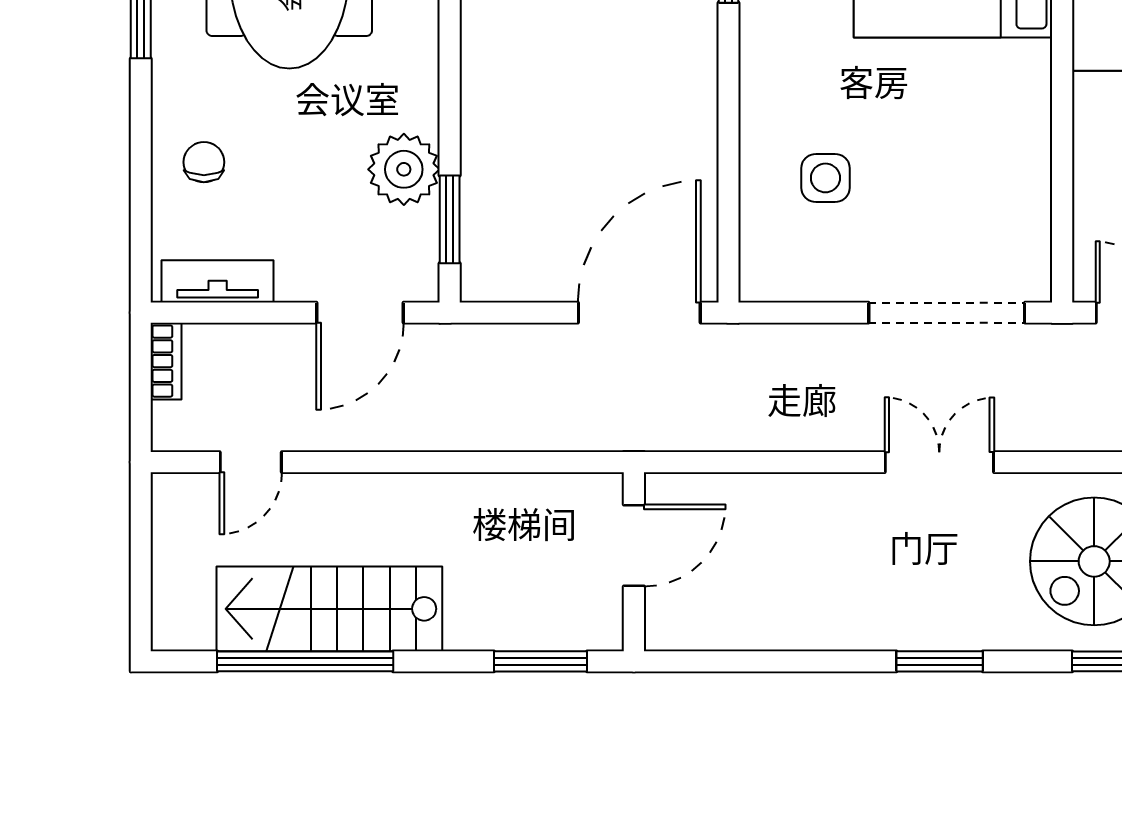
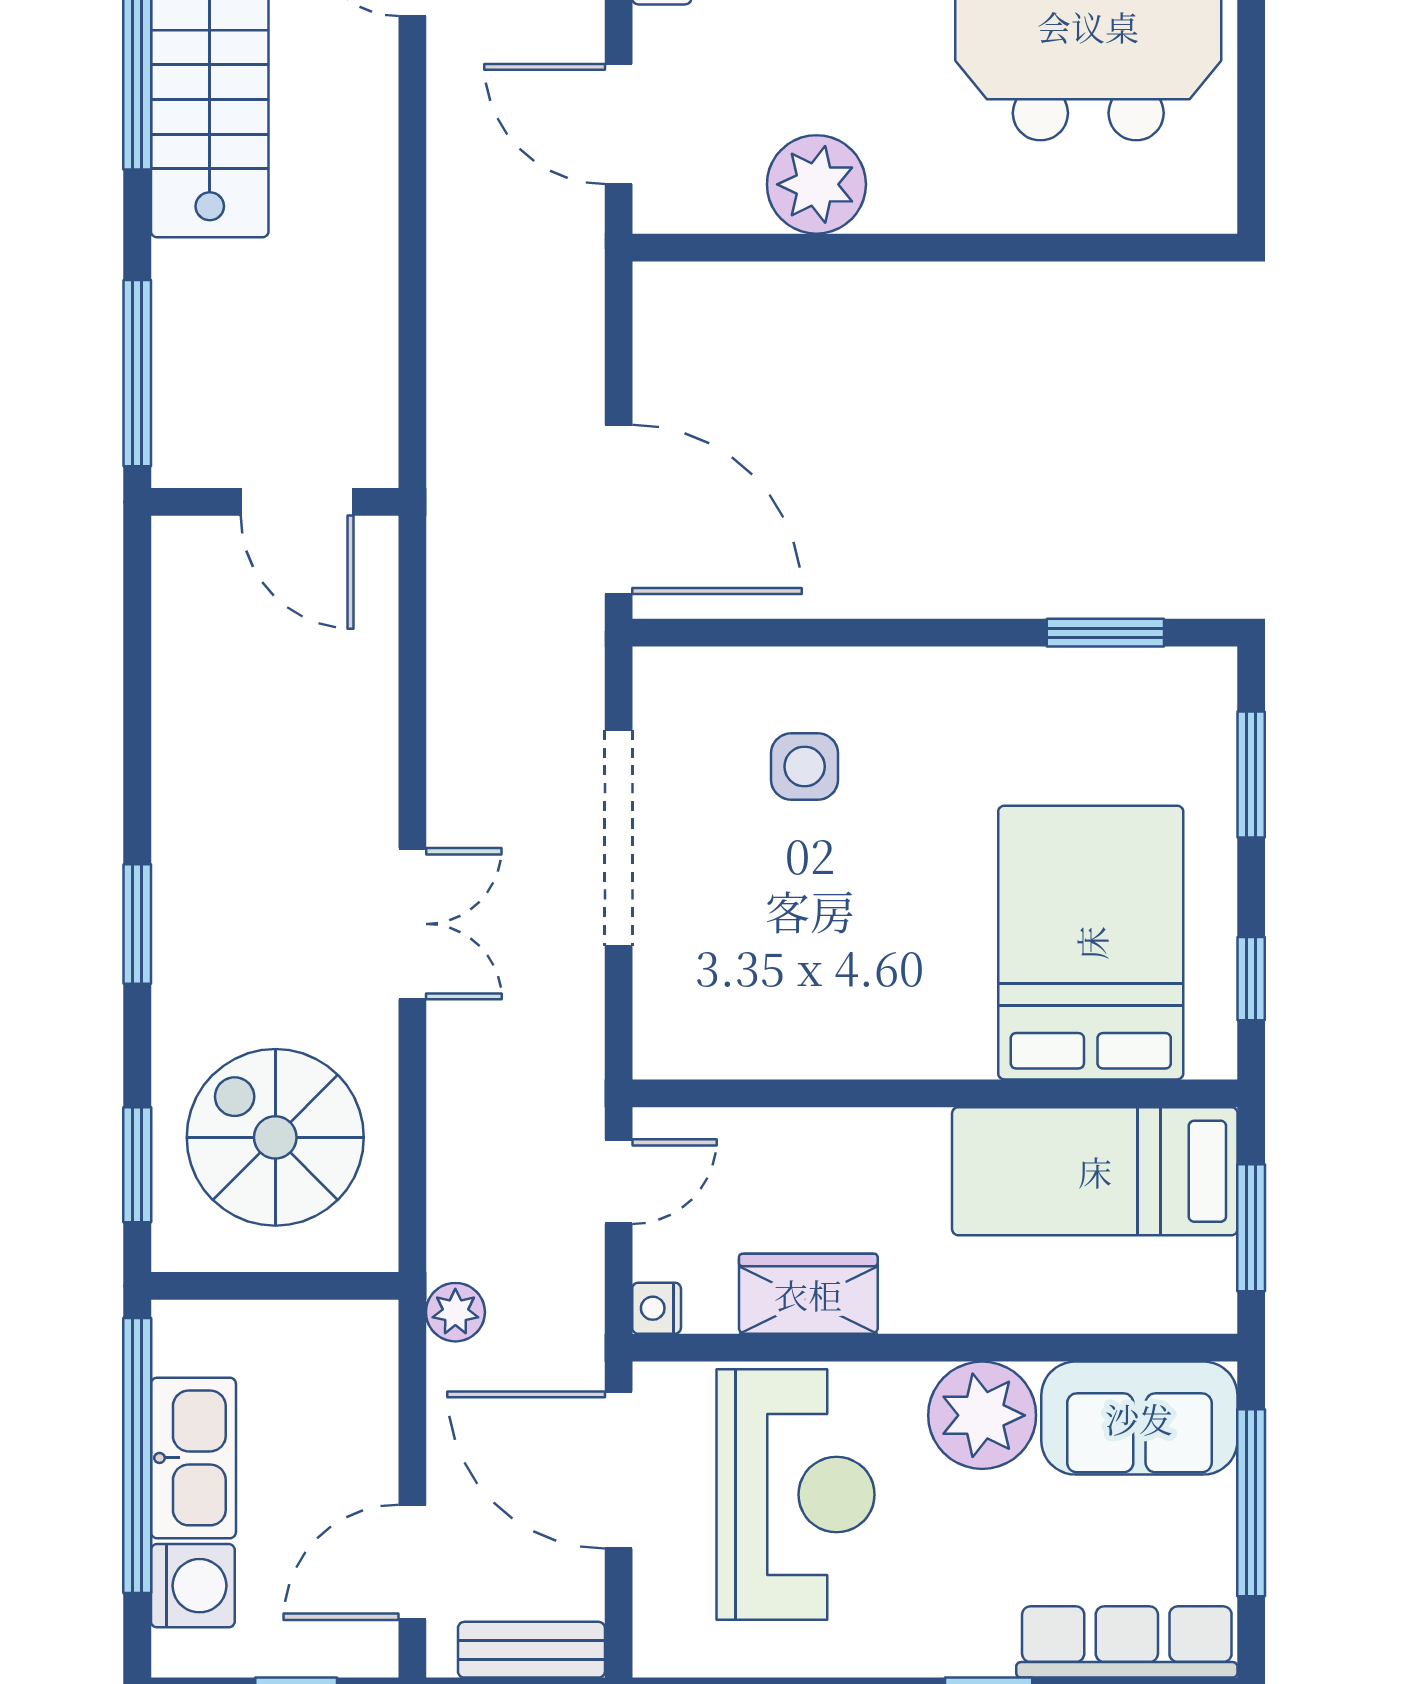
window: (450, 219) -> (747, 248), removed
doorway: (947, 313) -> (619, 838), moved
window: (541, 661) -> (137, 373), width x1.44

